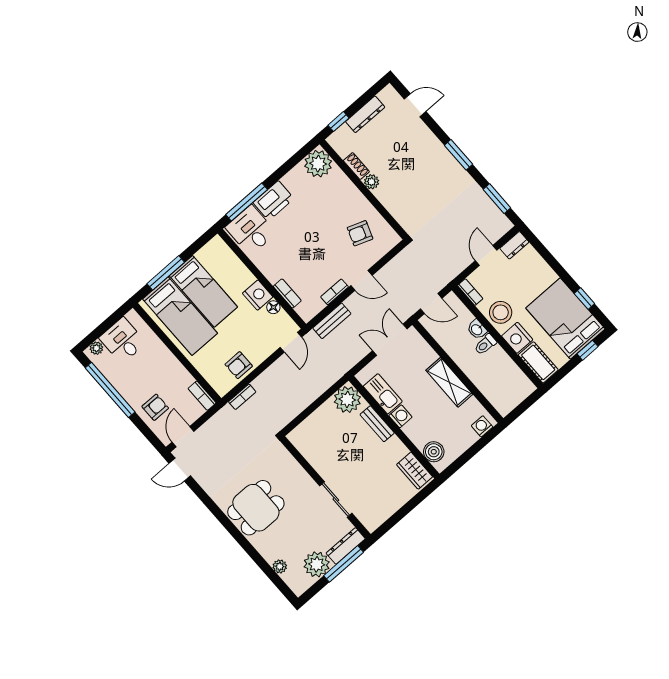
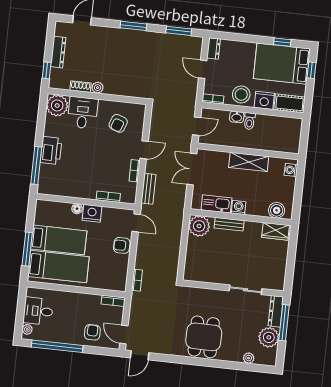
desk: (251, 230) -> (83, 113), moved, turned 90
floor lamp: (273, 307) -> (77, 209), moved
armchair: (239, 365) -> (122, 245), moved, turned 90

